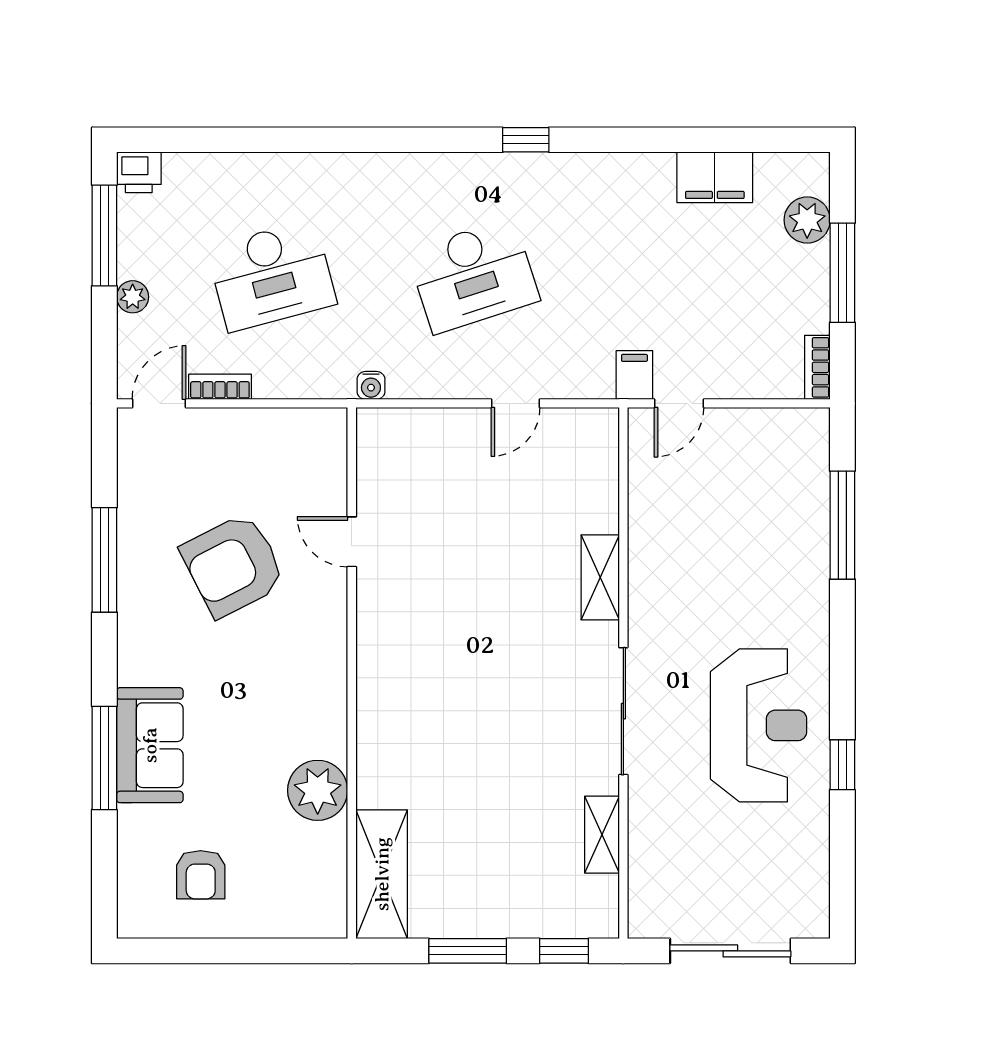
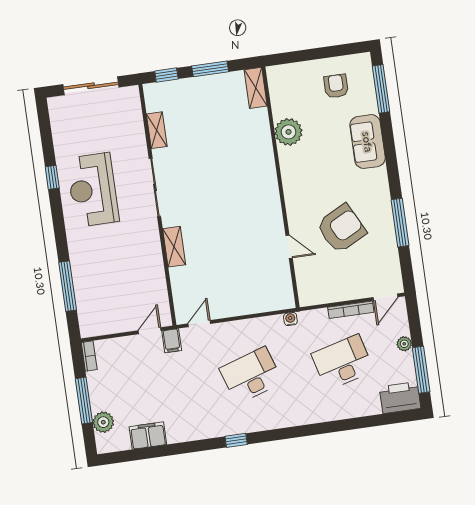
printer: (139, 172) -> (400, 398), width x1.87, depth x1.48
bookcase: (220, 387) -> (351, 310), width x1.56
door: (515, 403) -> (199, 324), moved
window: (104, 758) -> (381, 89), moved
shelving: (382, 874) -> (256, 88), width x0.67, depth x0.75

